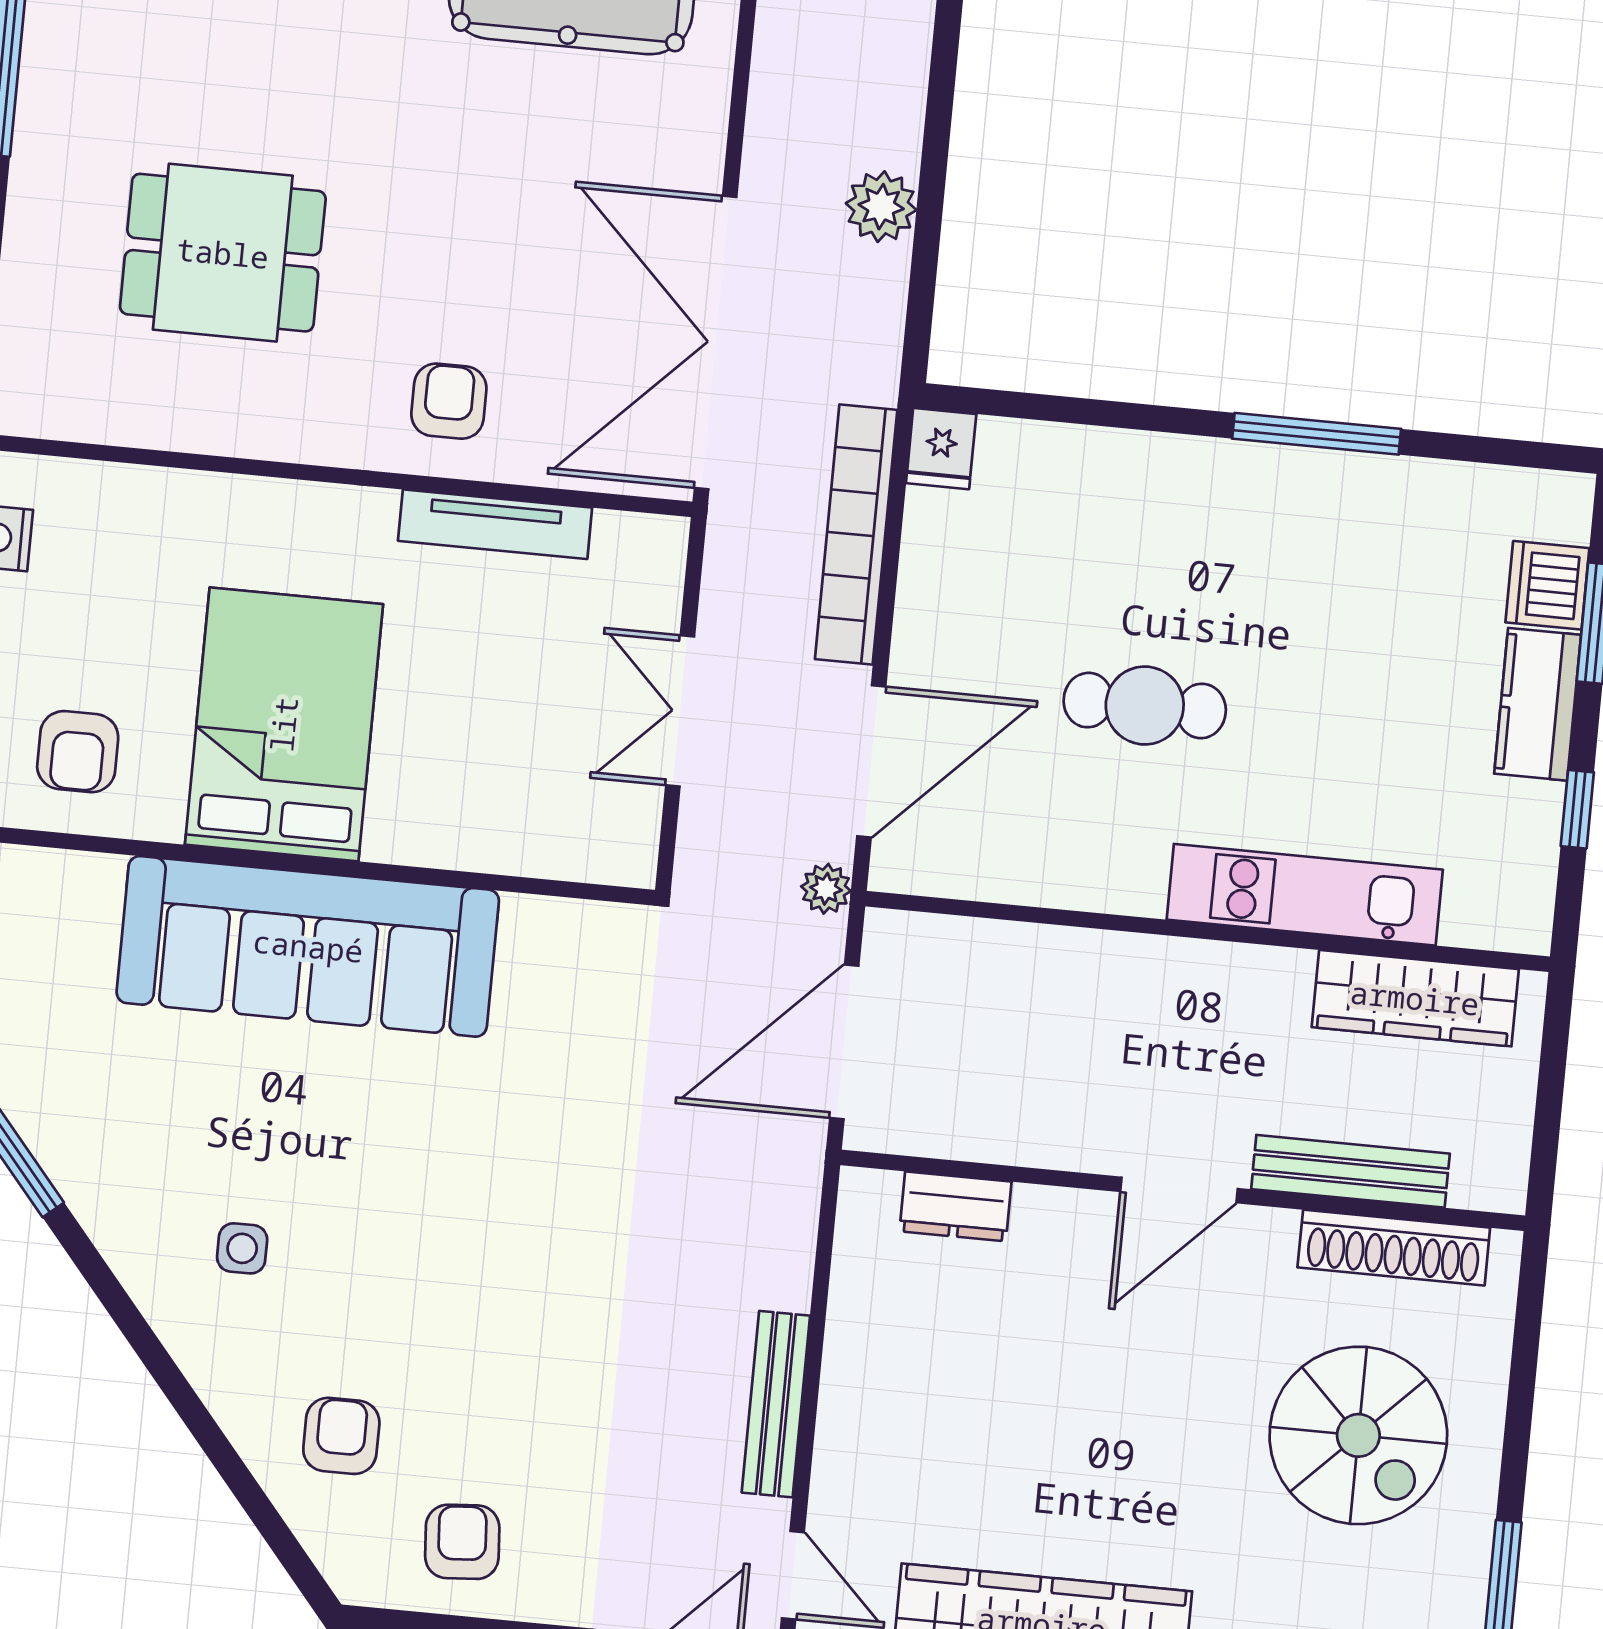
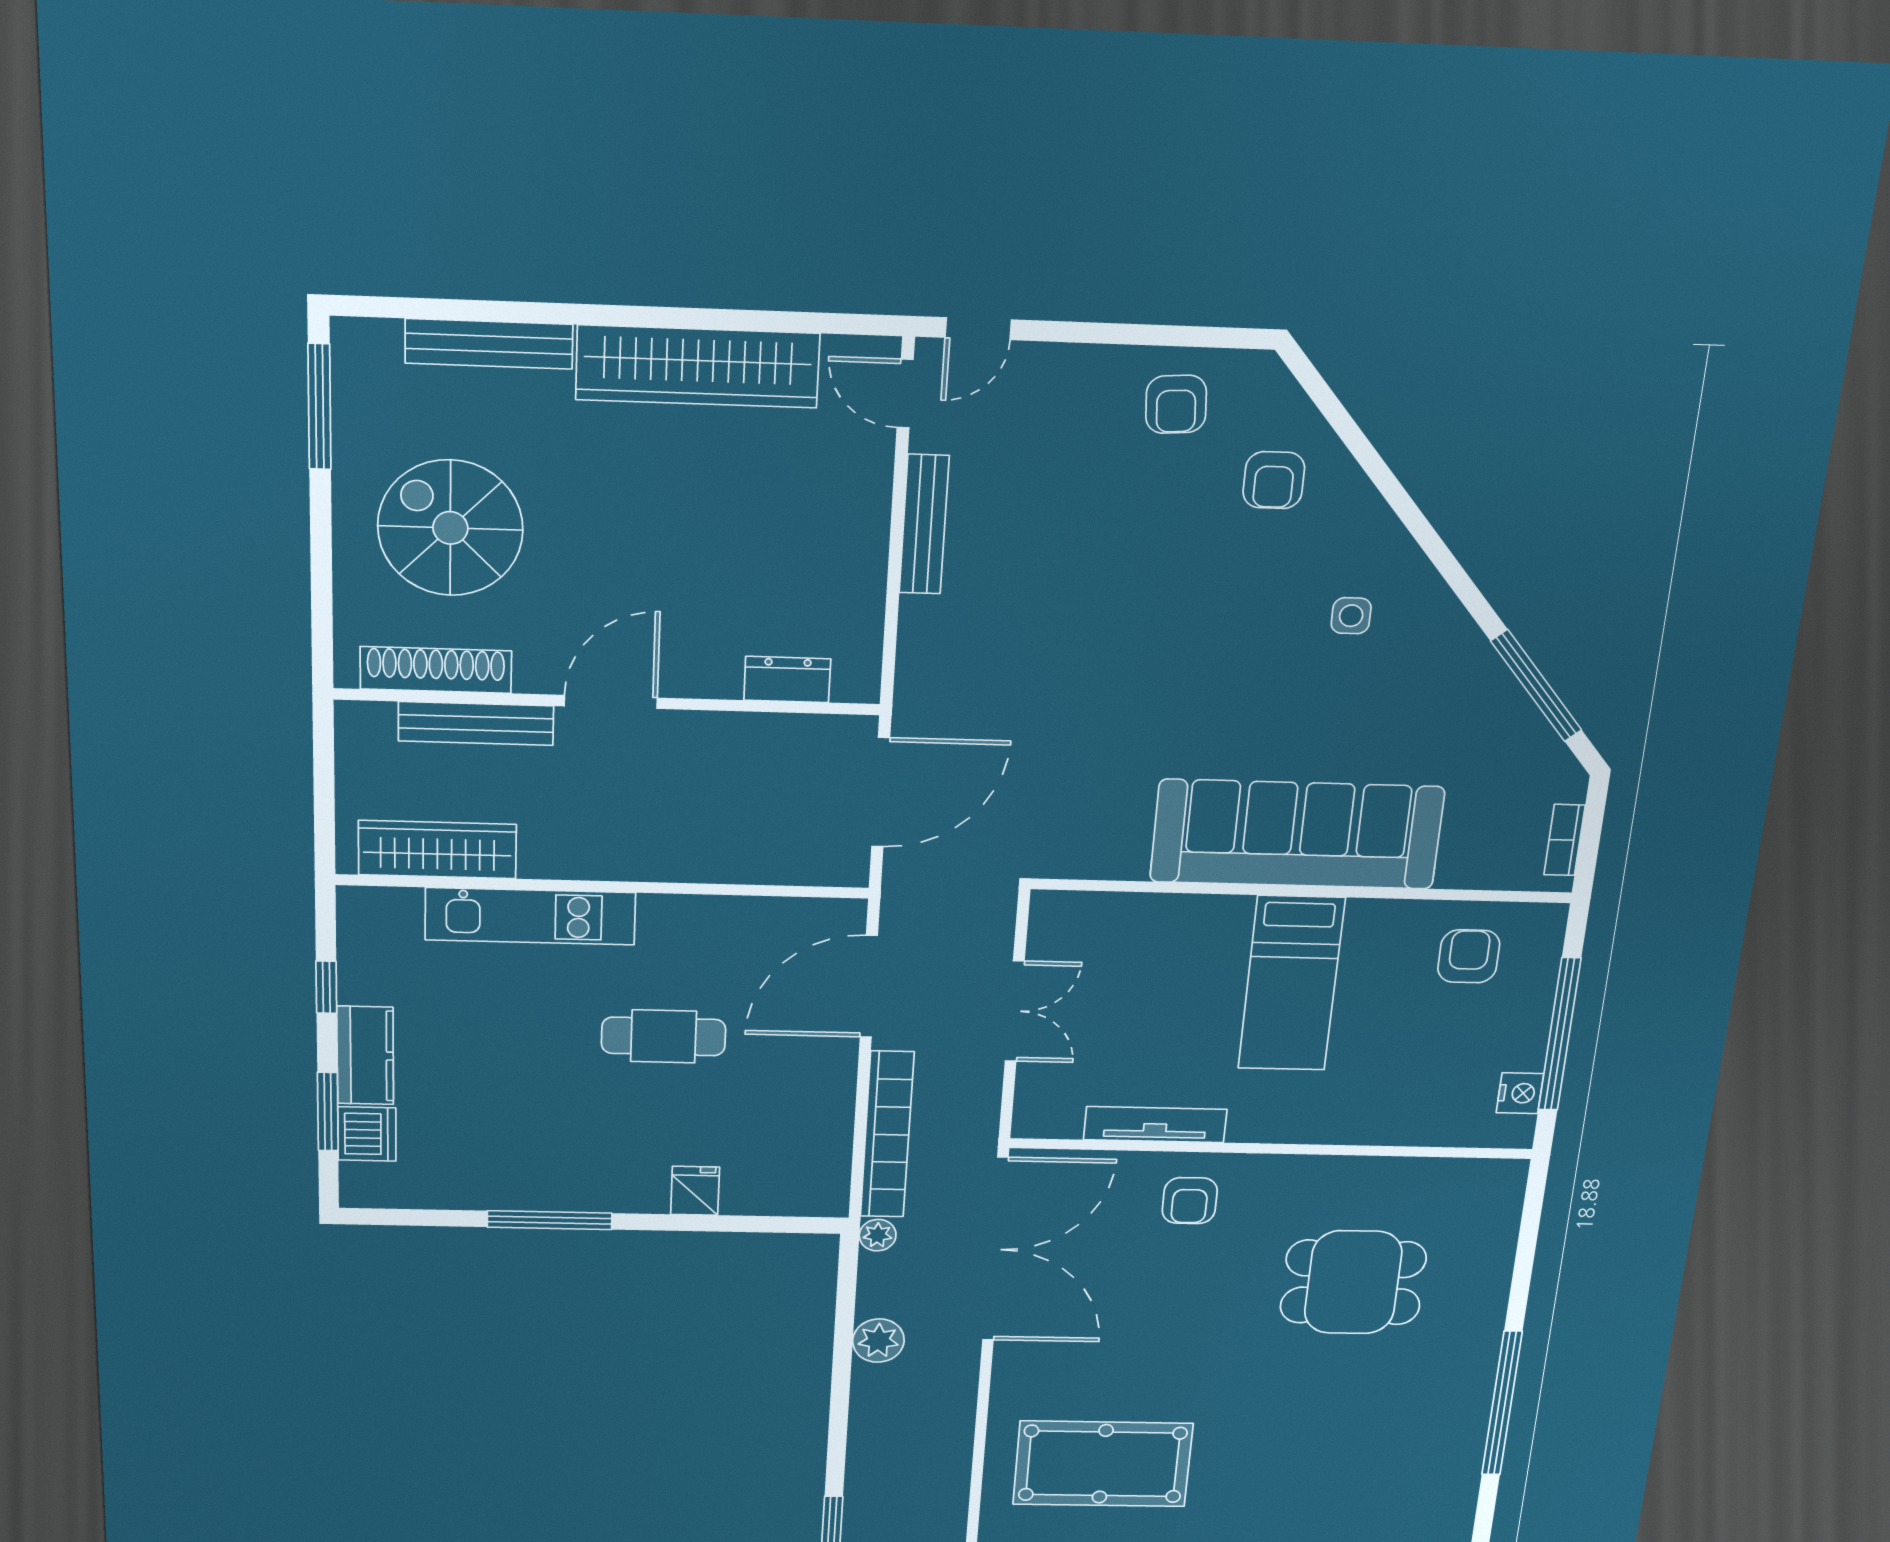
fridge: (941, 449) -> (695, 1191), moved
bed: (284, 724) -> (1291, 983), width x0.67
plant: (826, 889) -> (878, 1235), moved

